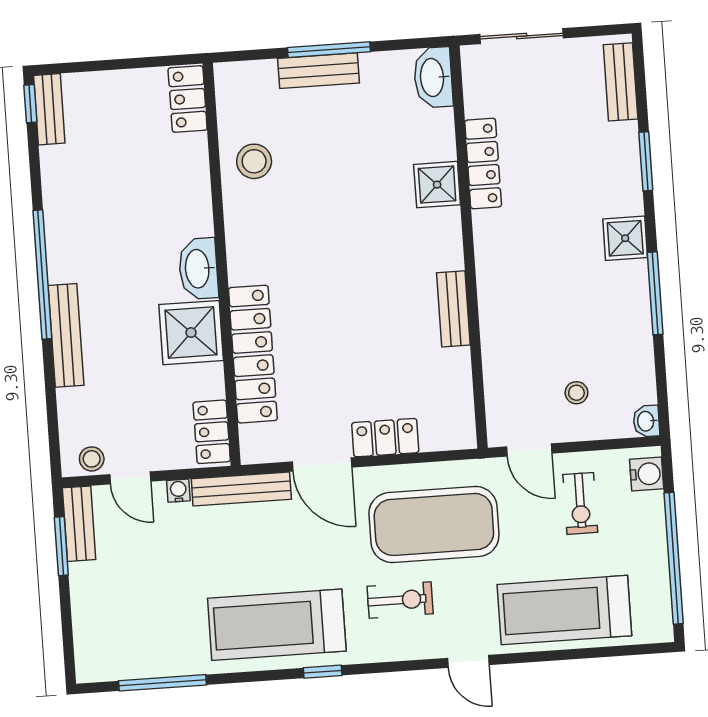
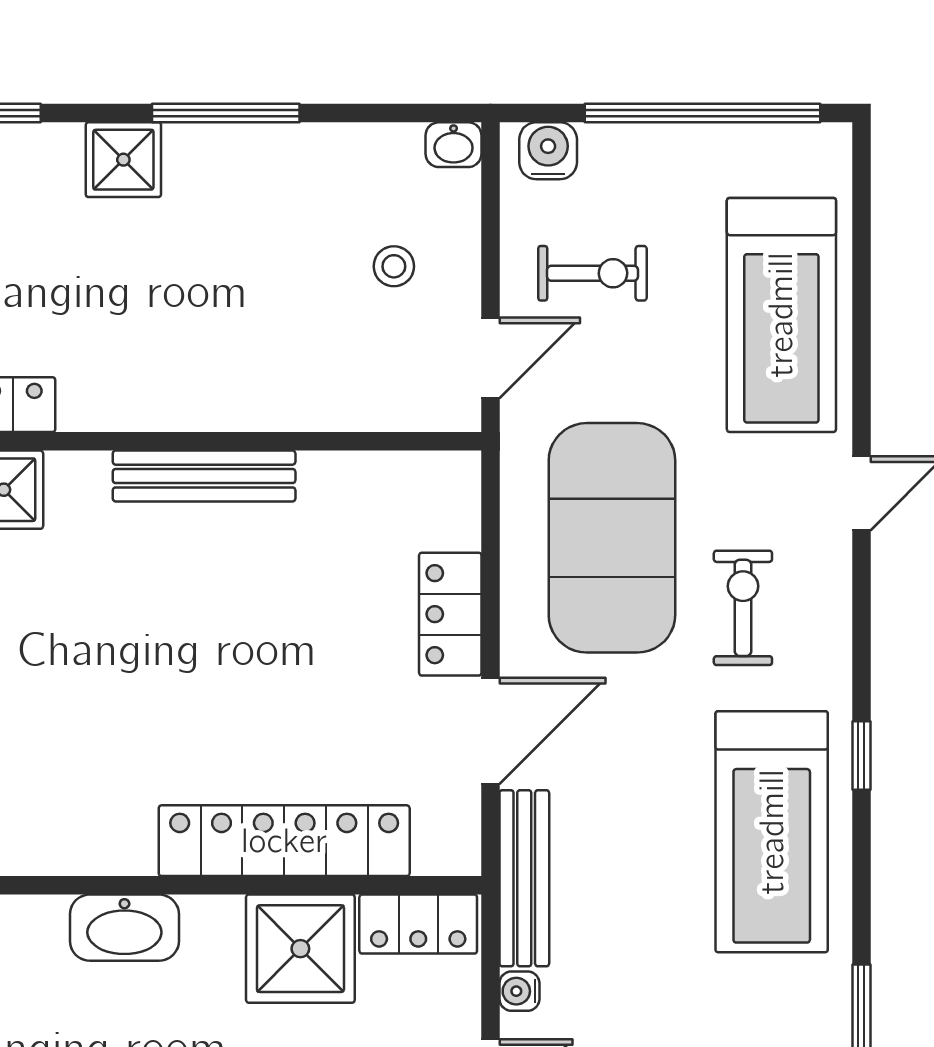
bench: (453, 309) -> (204, 476), width x1.36
shower: (191, 333) -> (300, 949), moved

